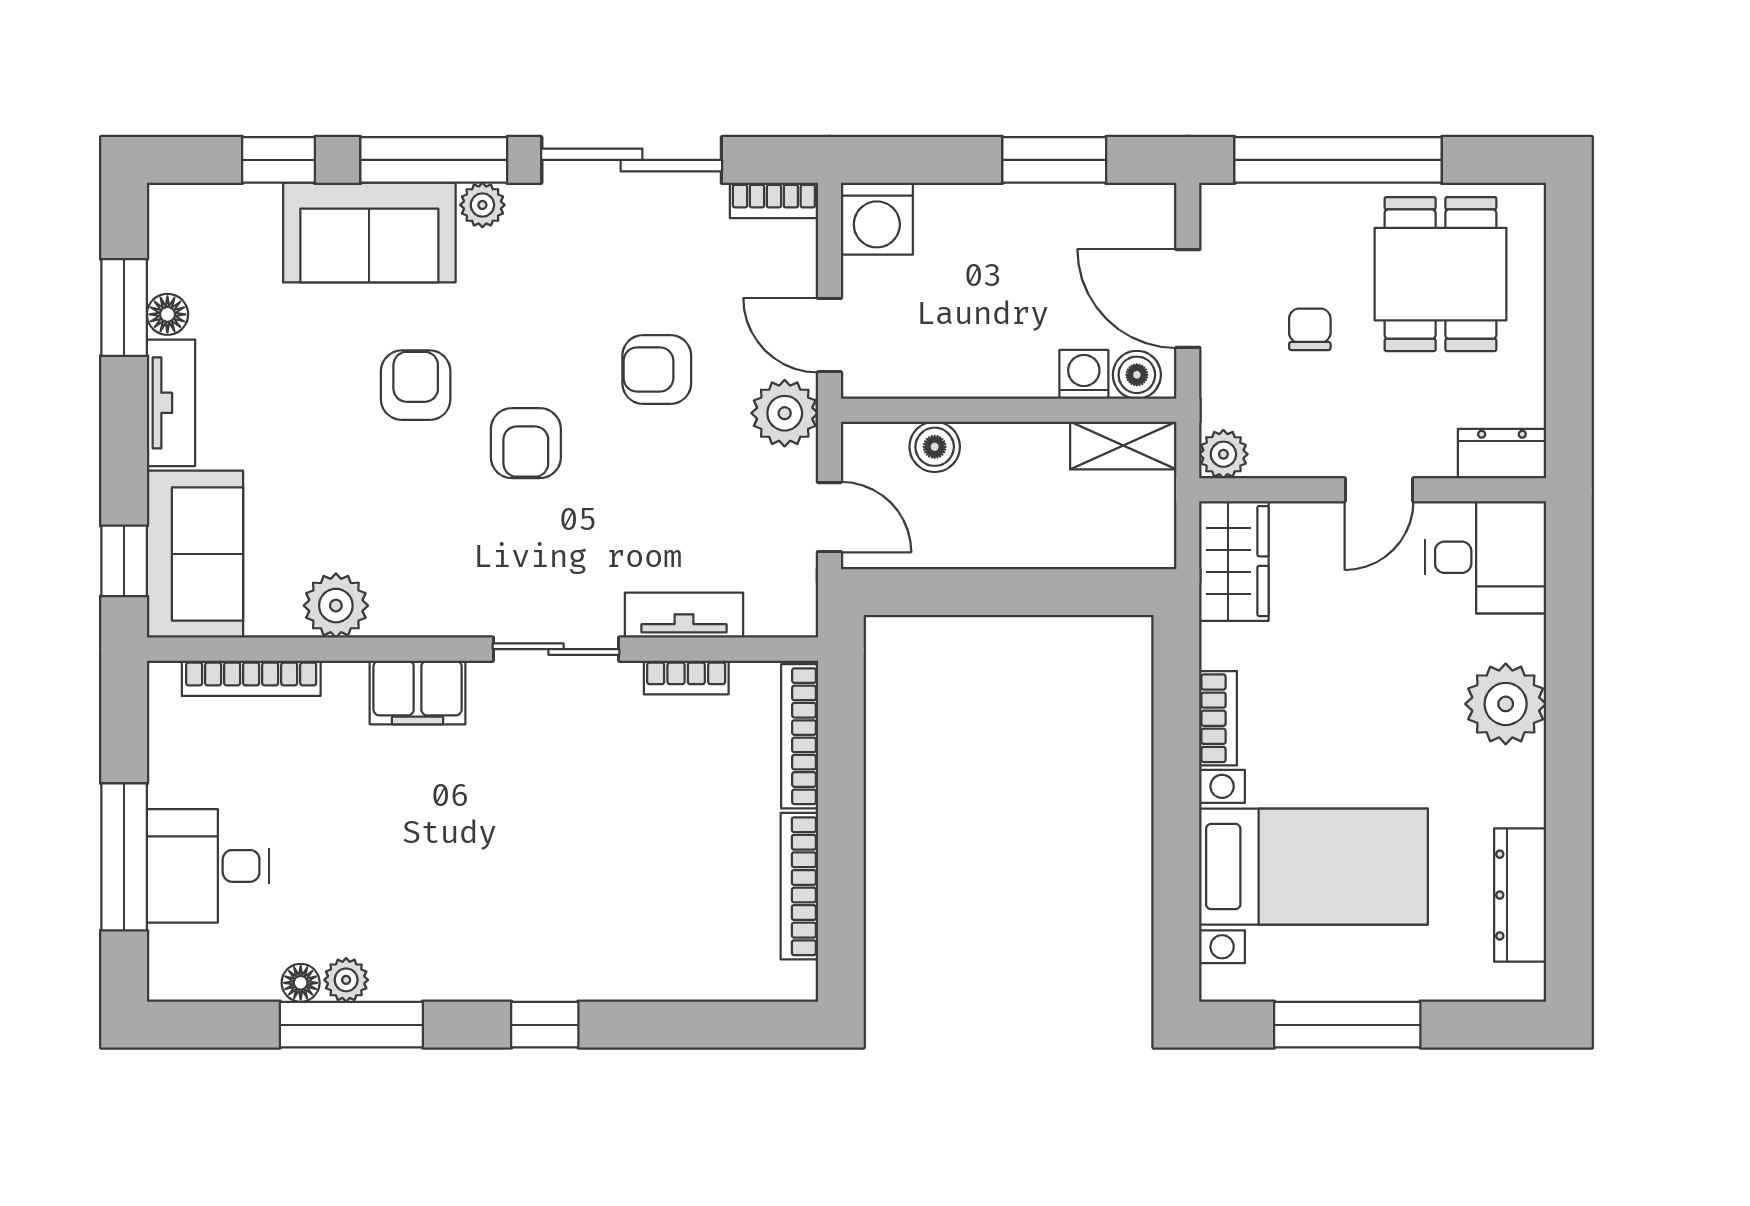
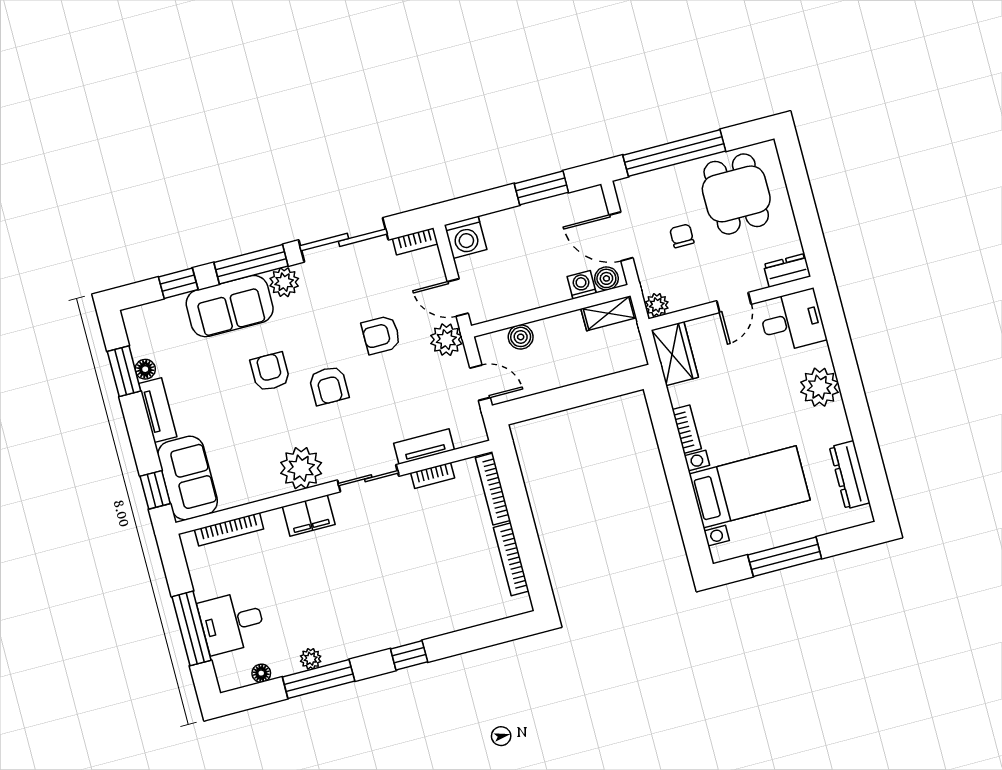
plant: (482, 205) -> (284, 282), width x1.38, depth x1.38
plant: (336, 606) -> (301, 468), moved, width x1.36, depth x1.36
floor lamp: (301, 983) -> (261, 673), moved

